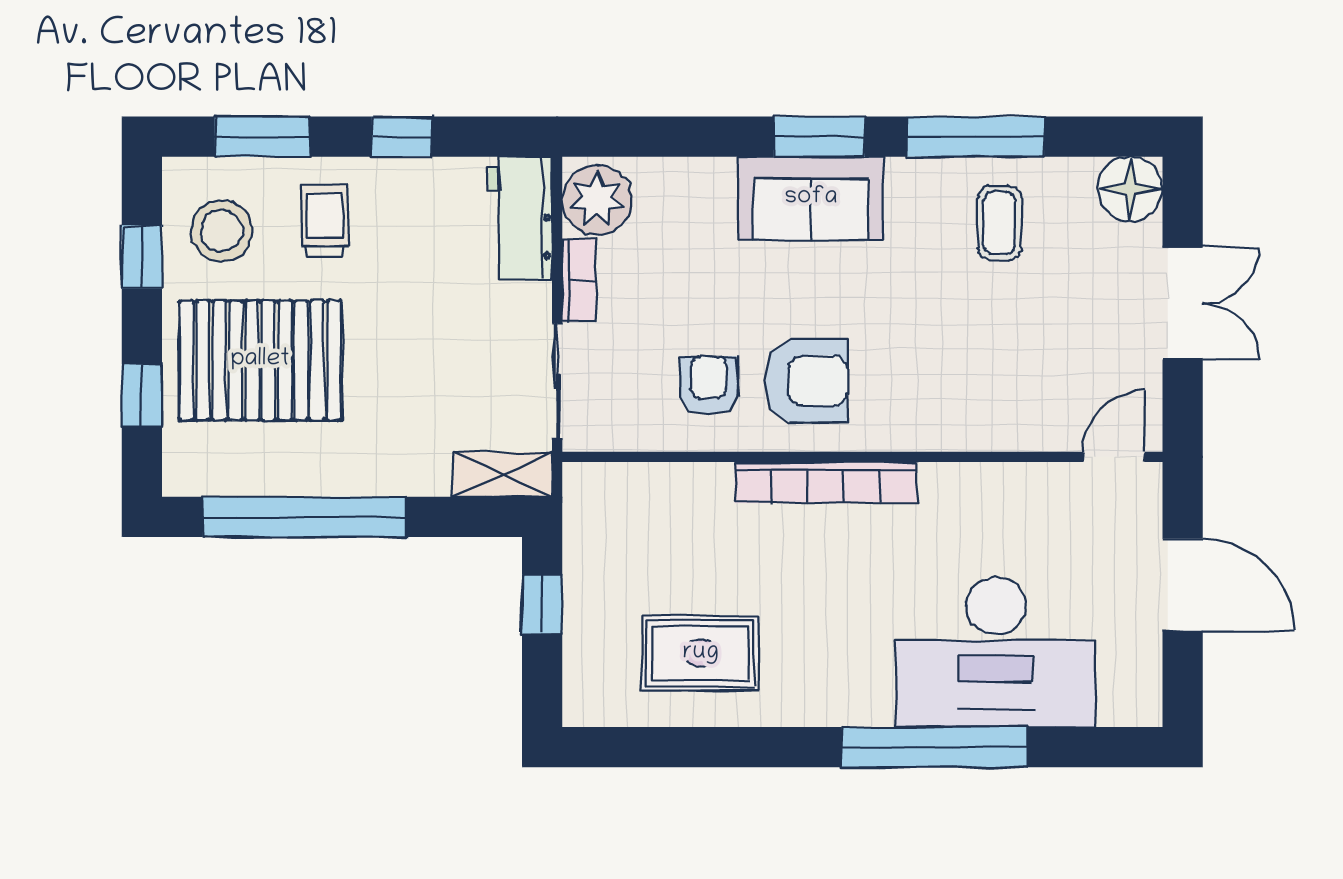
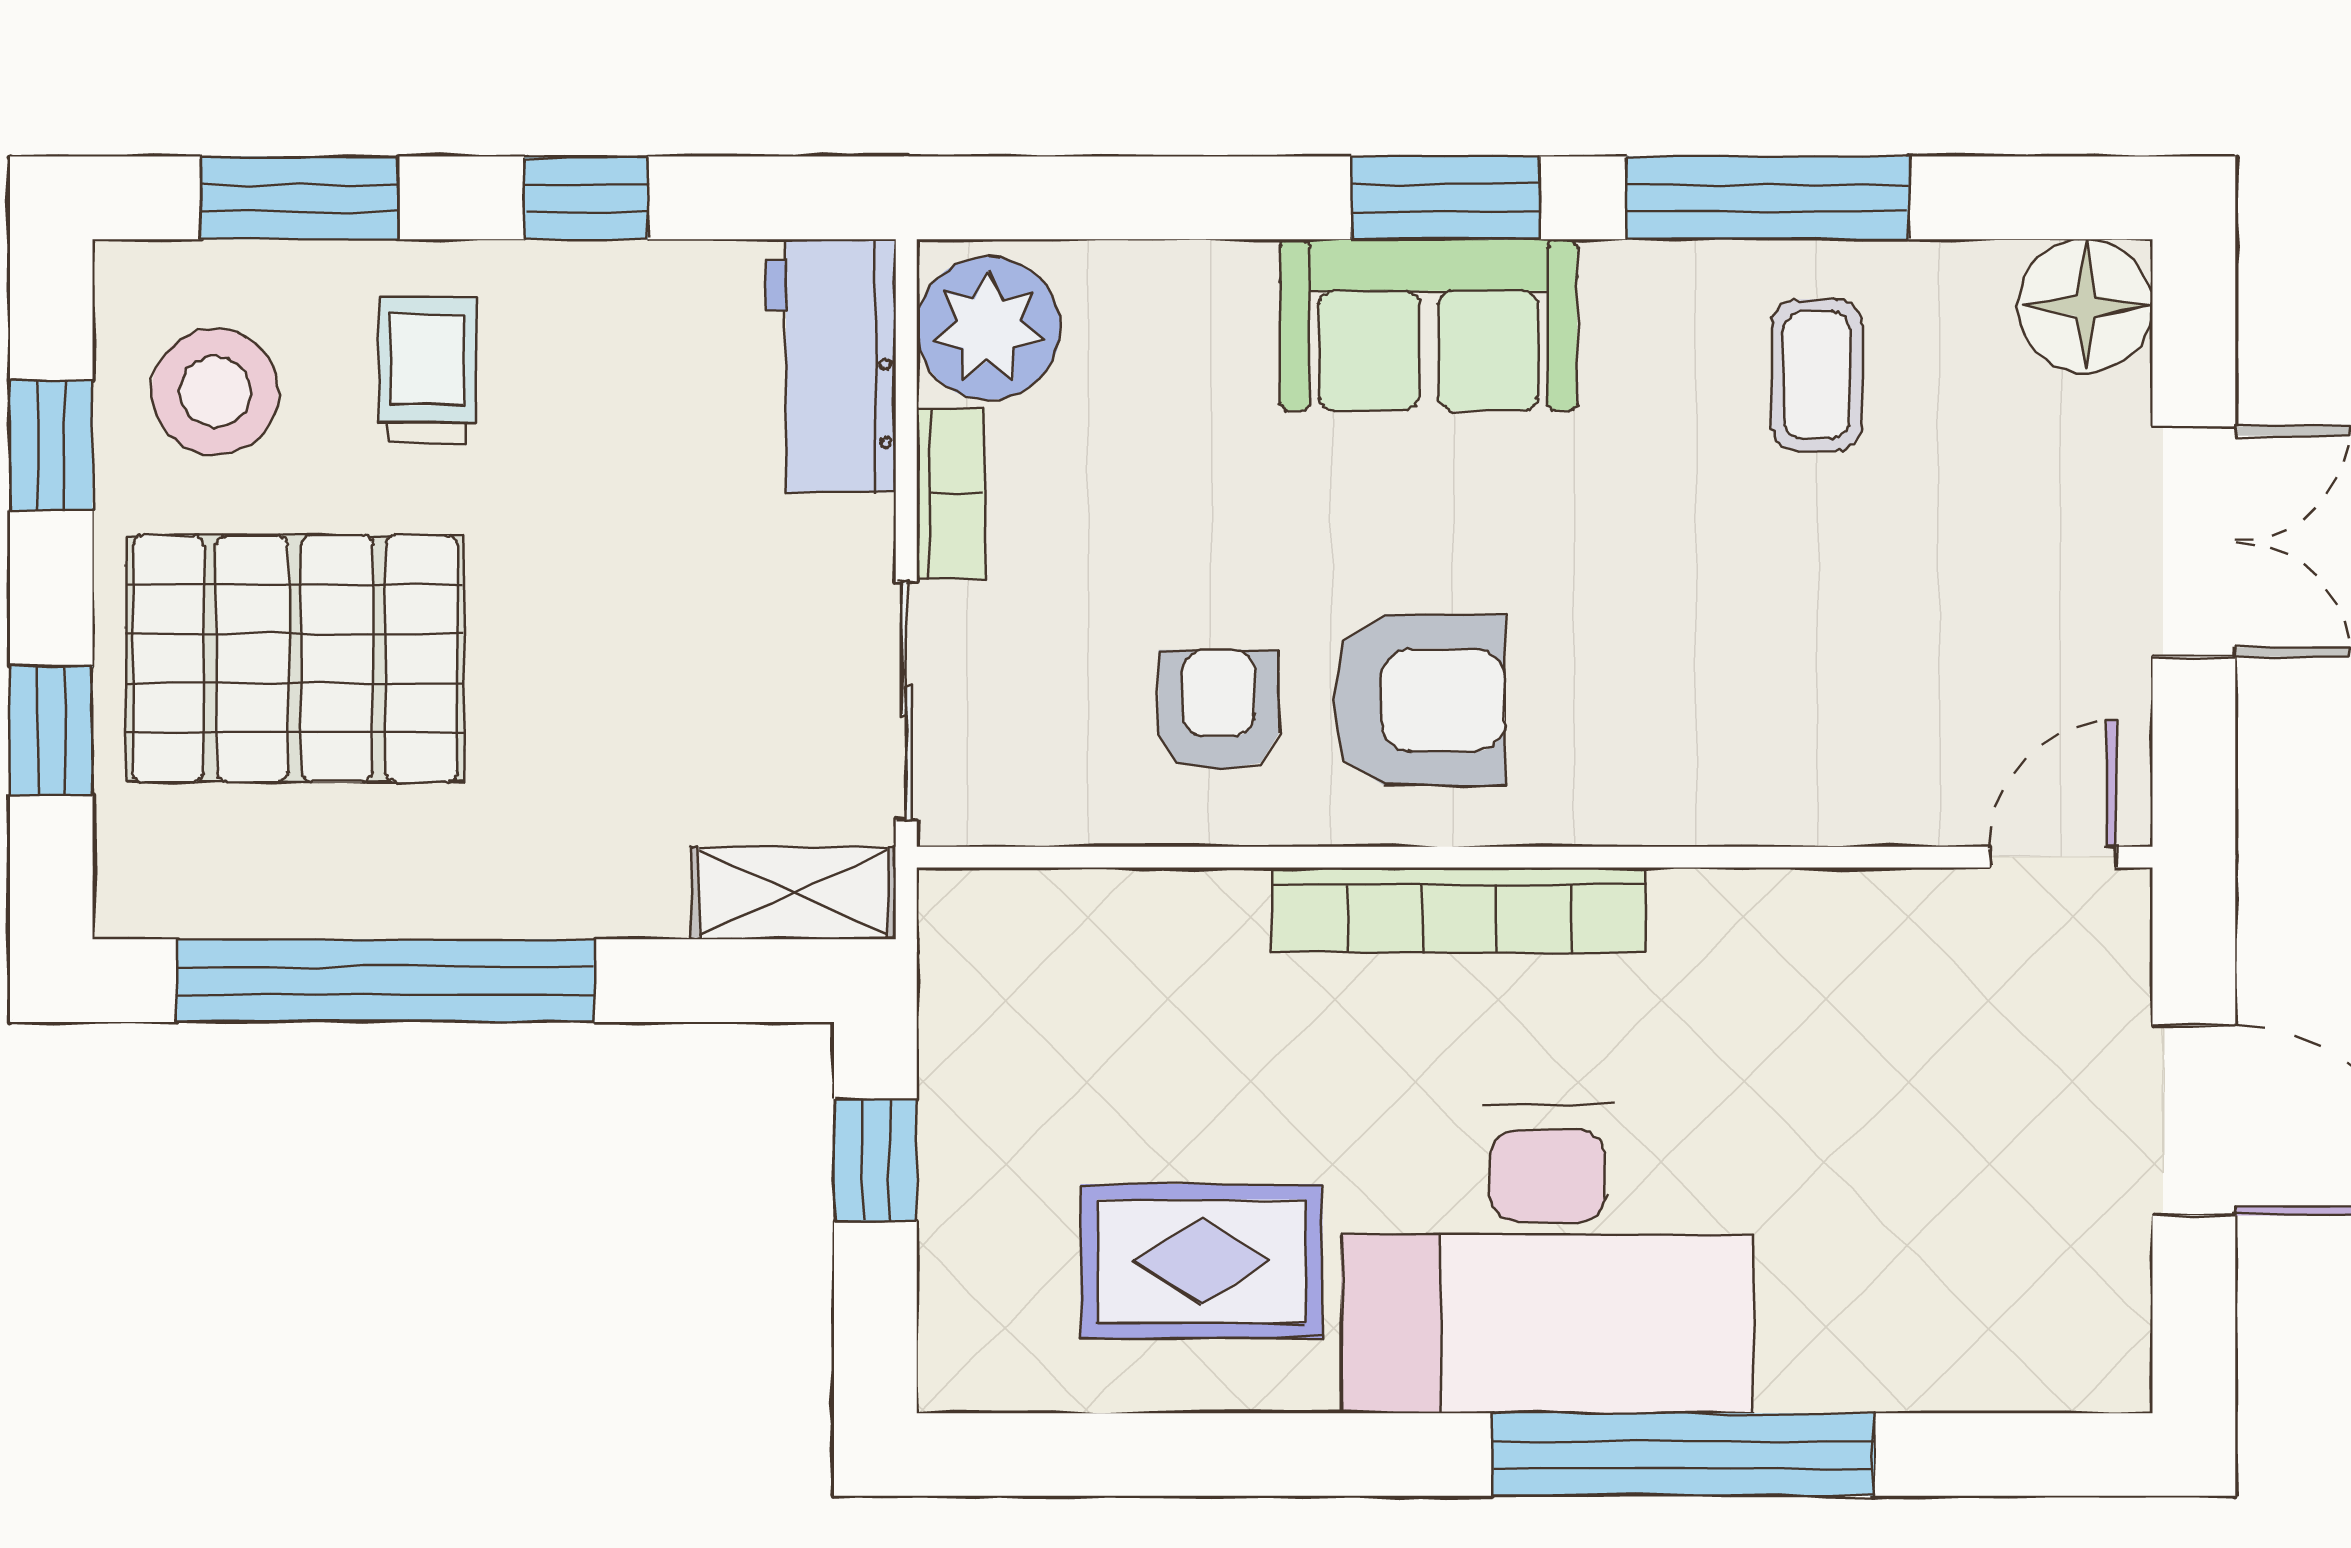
desk: (996, 652) -> (1547, 1259), moved

